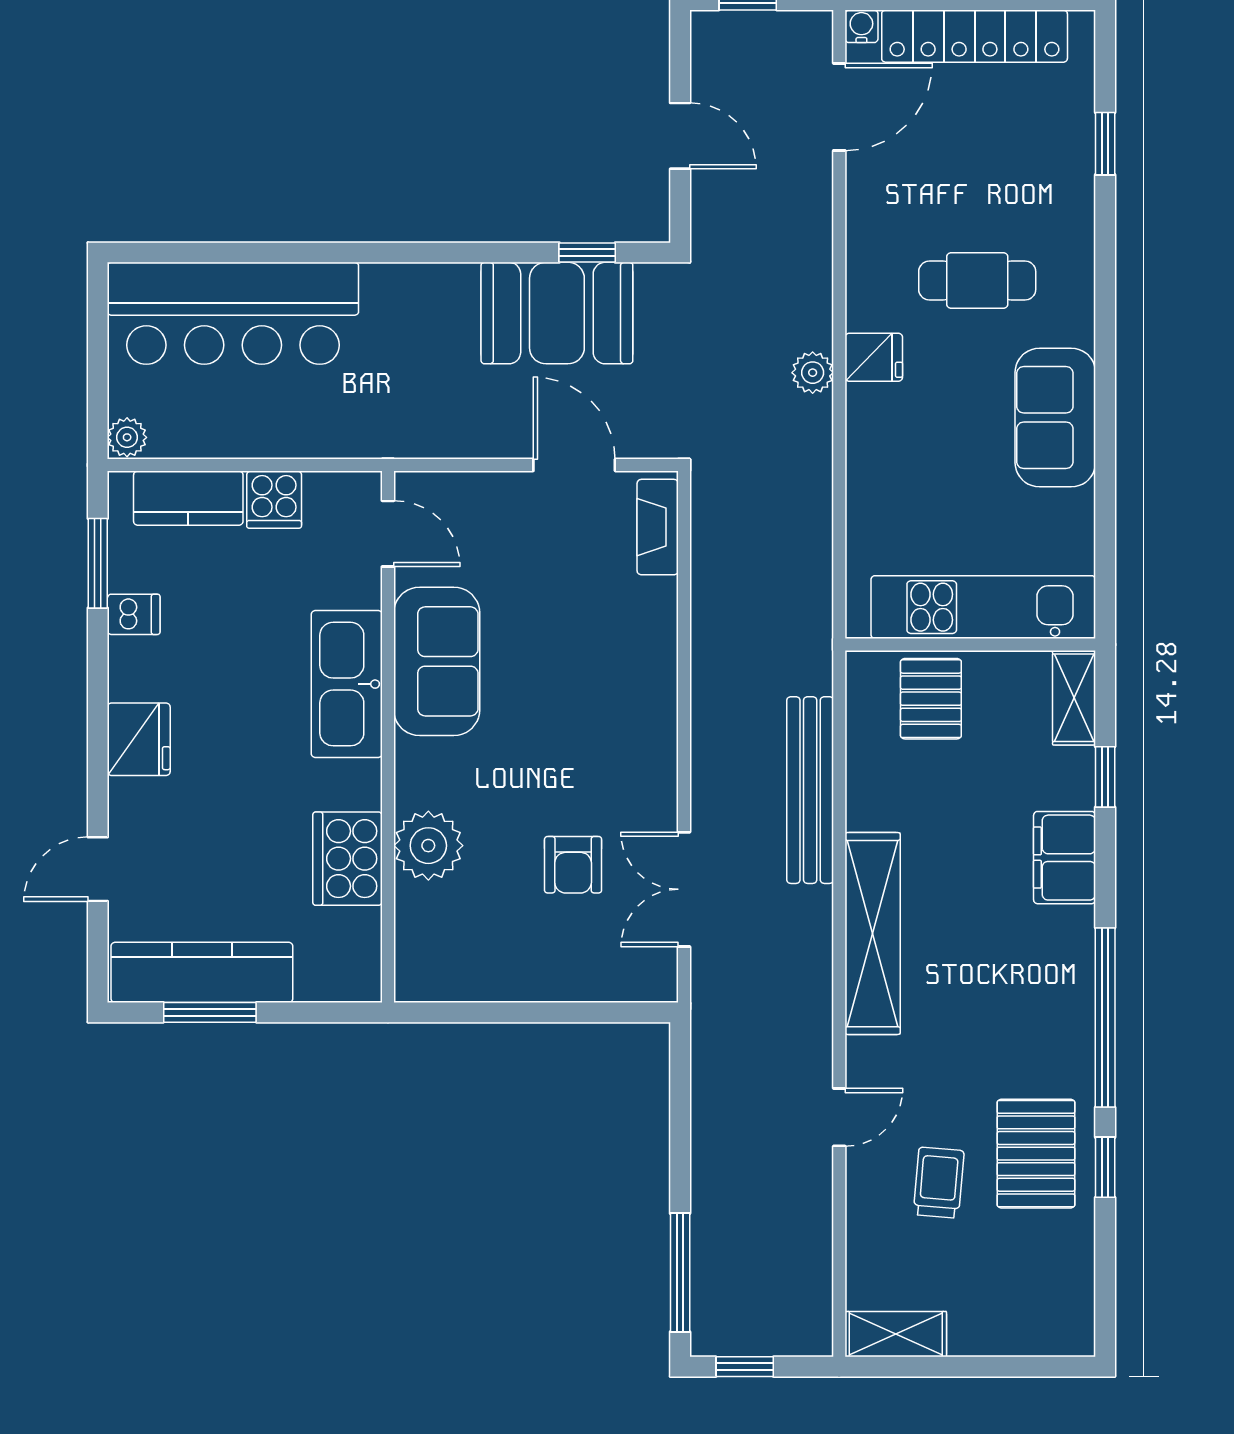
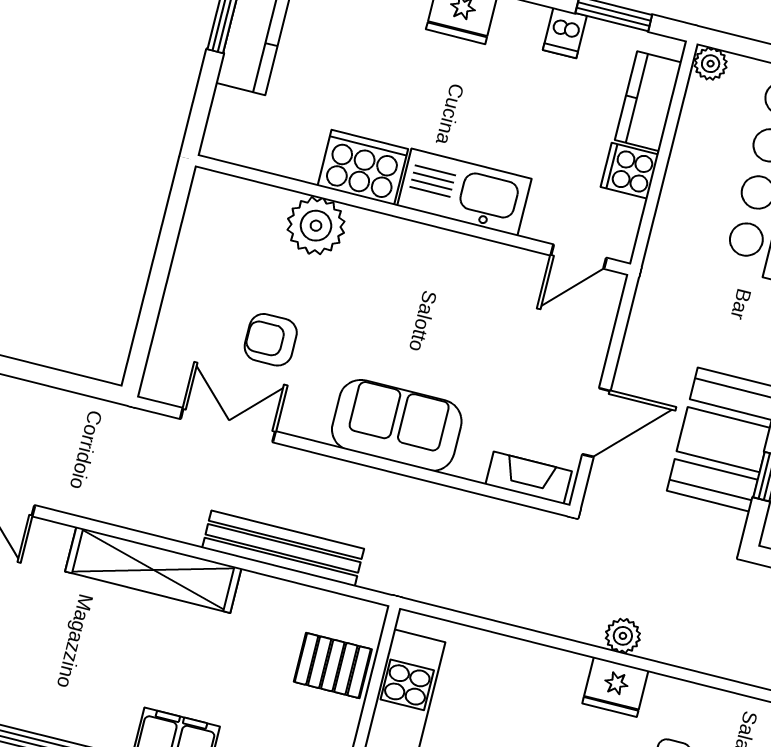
fridge: (874, 357) -> (615, 687), width x1.38
sofa: (437, 661) -> (397, 425), moved, turned 180
cooker: (348, 859) -> (363, 167), moved

